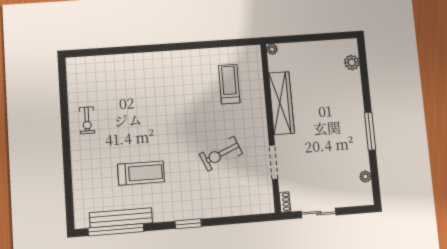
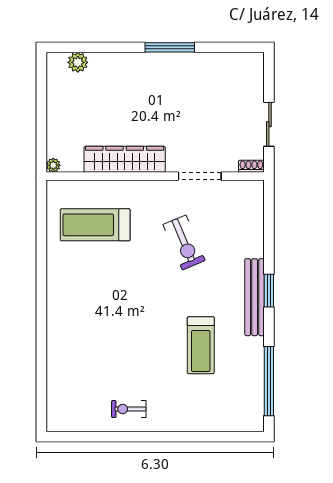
treadmill: (229, 84) -> (95, 225), width x1.37, depth x1.38
exercise bike: (87, 120) -> (129, 409), turned 180
treadmill: (141, 173) -> (201, 345), turned 180
plant: (365, 177) -> (227, 60), removed
bench: (121, 218) -> (255, 297), moved

